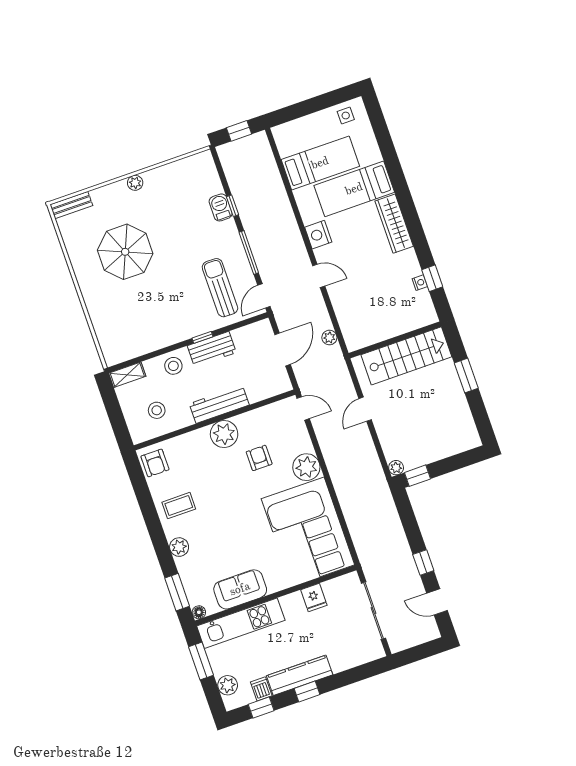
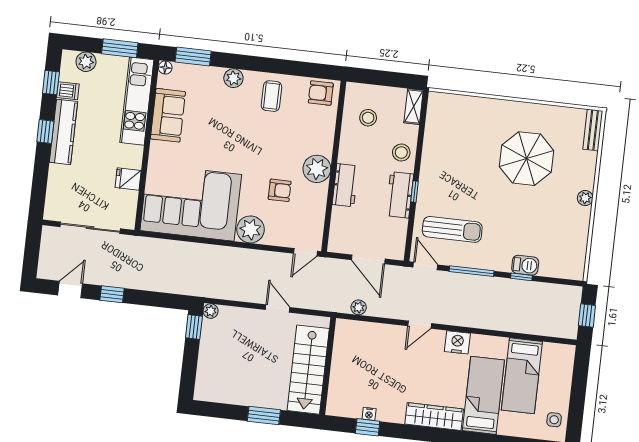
workbench: (219, 404) -> (345, 185), width x0.73

